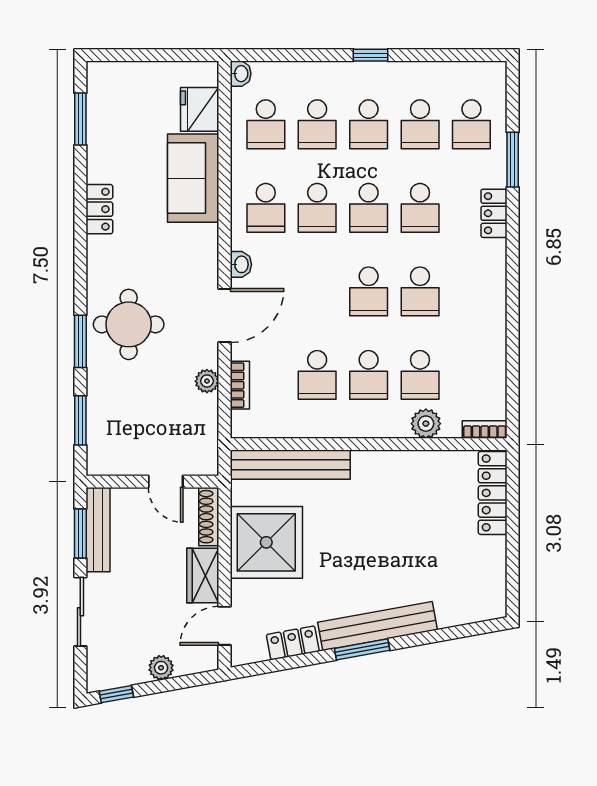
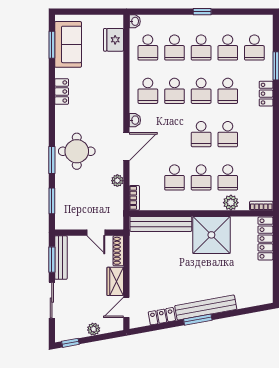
sofa: (193, 178) -> (68, 44), moved, turned 180
bookcase: (240, 385) -> (134, 198), moved
shower: (266, 542) -> (211, 235), moved

